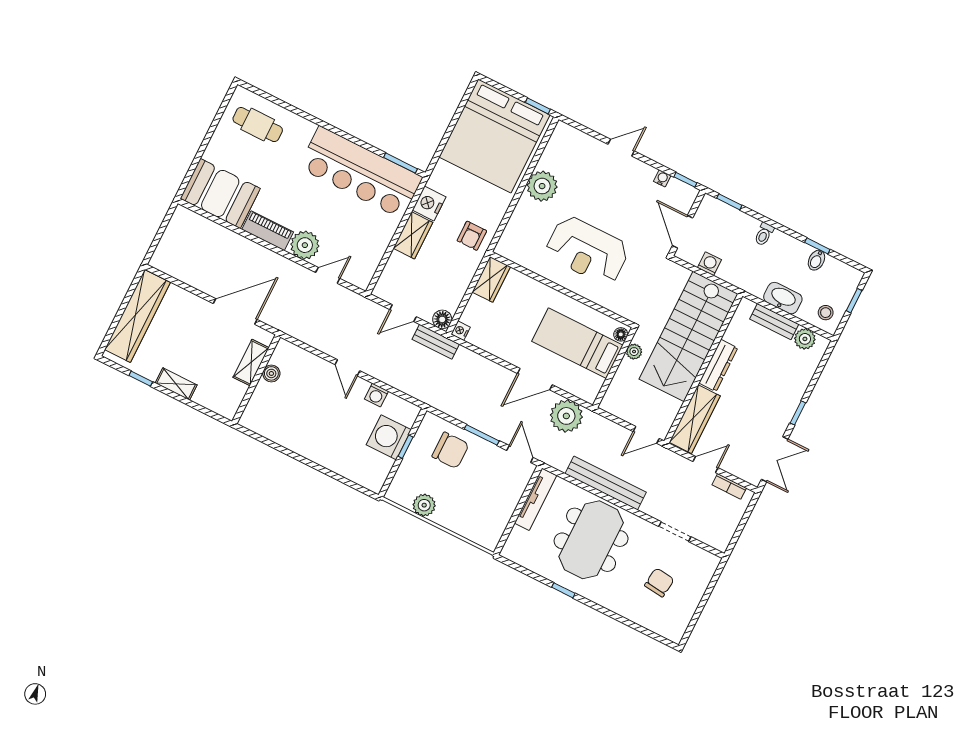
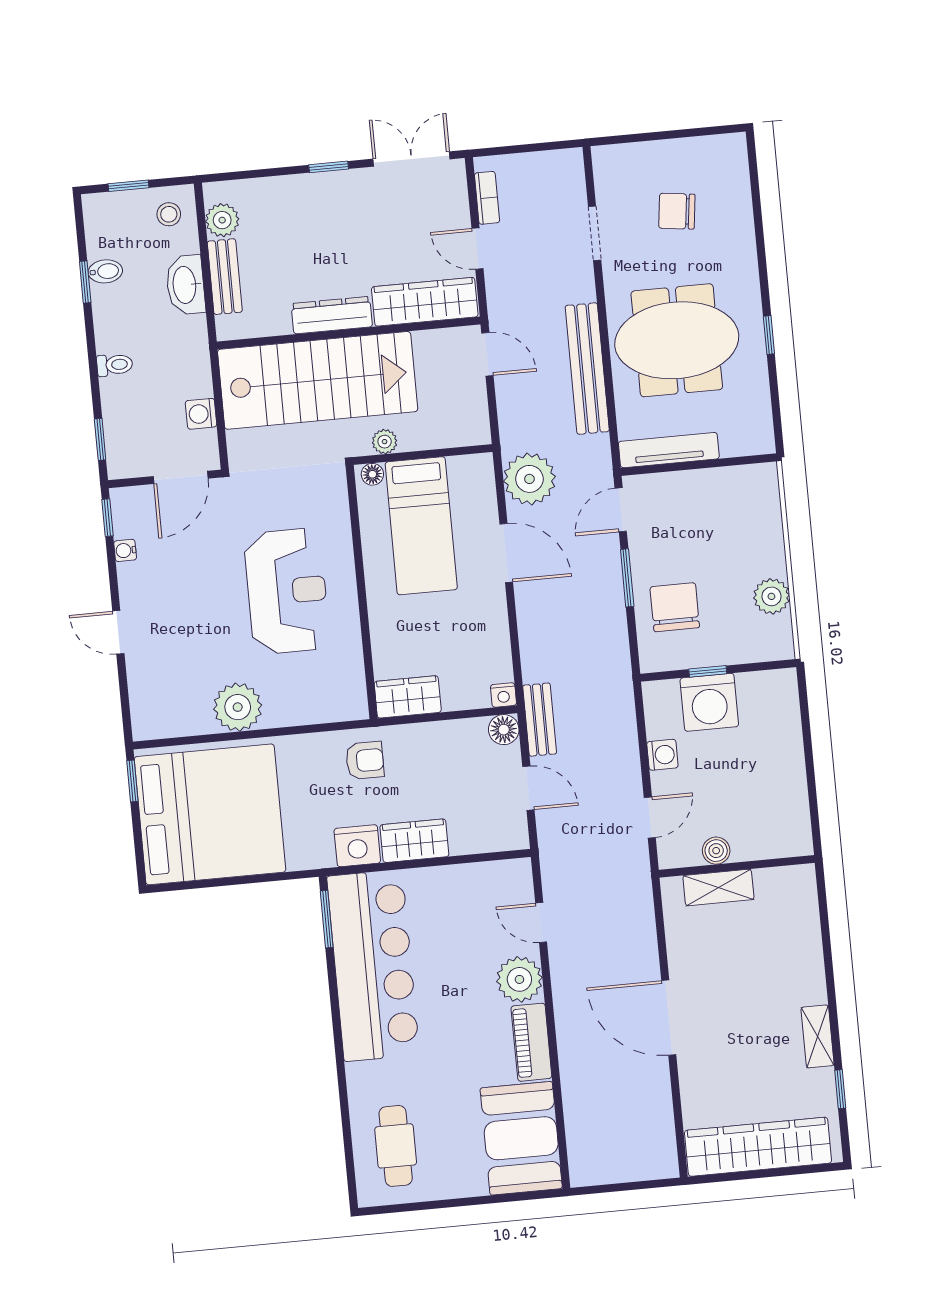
shelving: (251, 363) -> (718, 888), moved
boiler: (271, 373) -> (716, 851), moved
wall: (256, 379) -> (737, 866), moved

